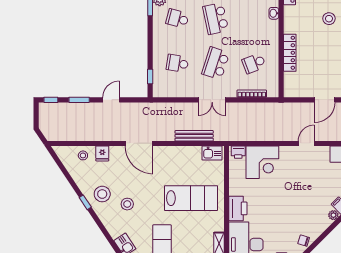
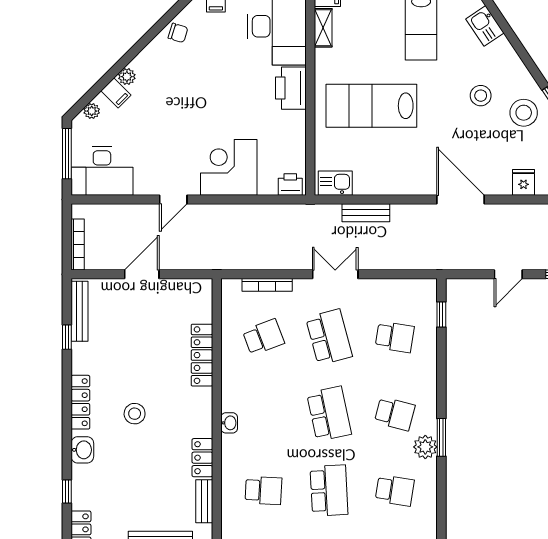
school desk: (216, 63) -> (329, 337), turned -33
bench: (194, 136) -> (366, 213), width x0.73
corner desk: (262, 162) -> (229, 167), moved

